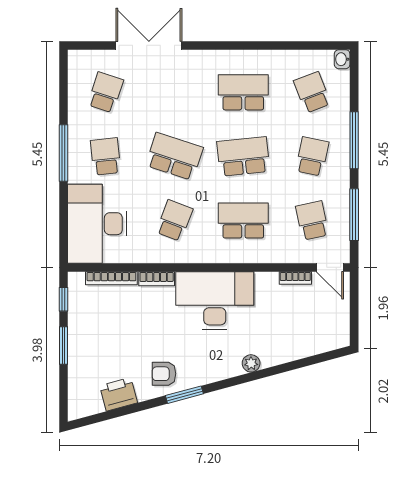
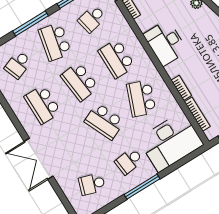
double door: (149, 45) -> (39, 159), moved
school desk: (174, 156) -> (104, 121), turned -42
school desk: (312, 156) -> (55, 42), width x1.85
school desk: (174, 220) -> (141, 98), width x1.85
desk: (215, 301) -> (166, 43), width x0.73, depth x0.77

